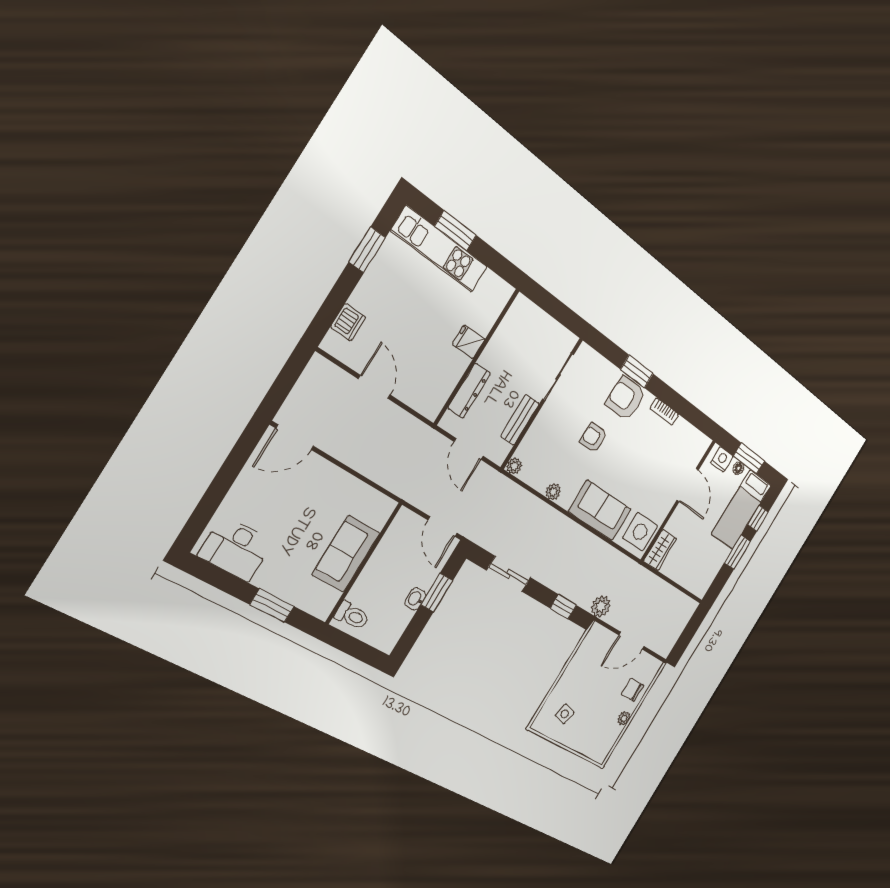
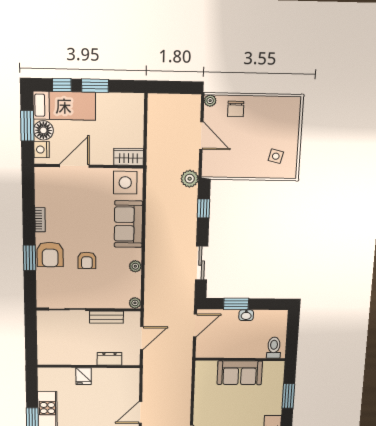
dresser: (469, 391) -> (109, 359), width x0.70
floor lamp: (738, 468) -> (43, 130), width x1.89, depth x1.89
plant: (624, 718) -> (210, 101), moved

